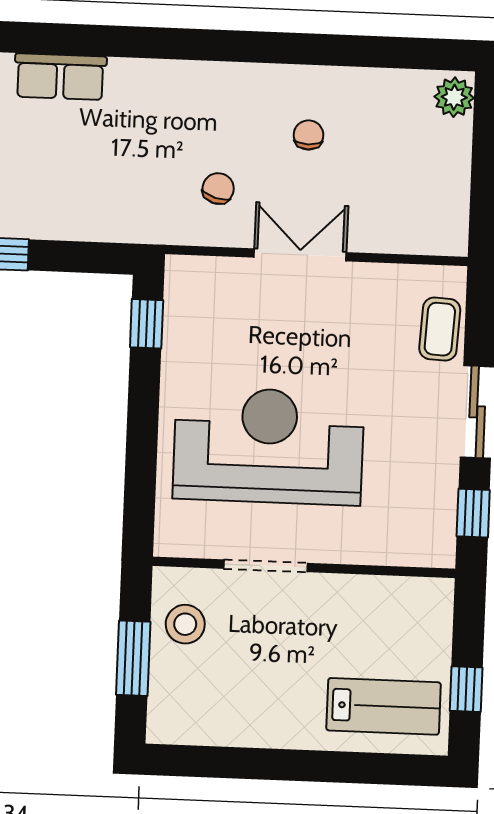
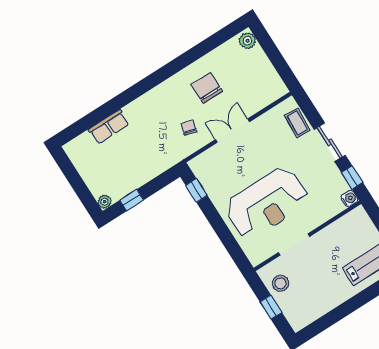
chair: (308, 135) -> (207, 88), width x1.87, depth x1.87
reception desk: (268, 446) -> (267, 203), turned 180
water cooler: (439, 551) -> (349, 198), added
window: (133, 658) -> (271, 307), width x0.67

